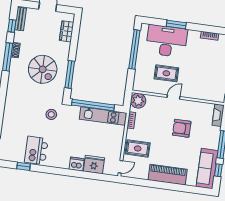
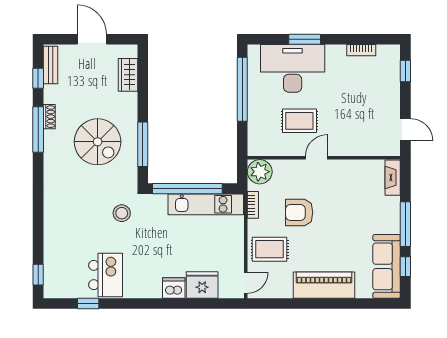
armchair: (182, 128) -> (299, 212), moved
kitchen island: (36, 150) -> (106, 275), turned 180

